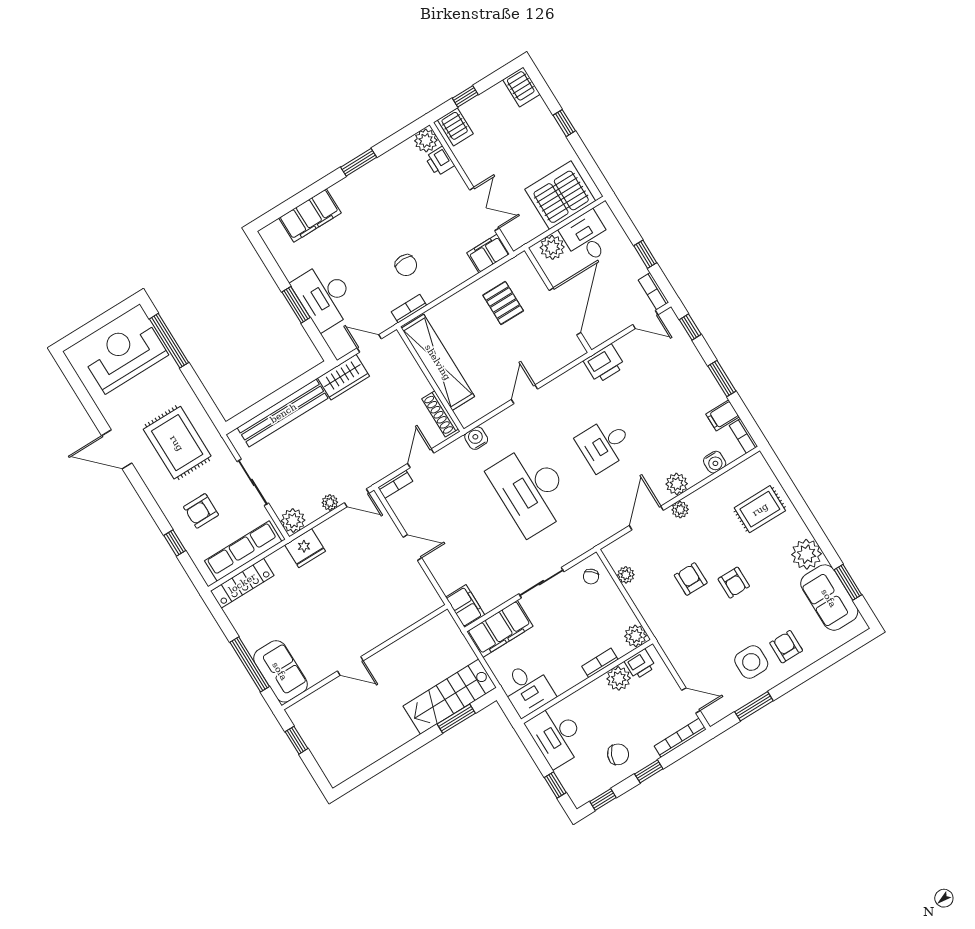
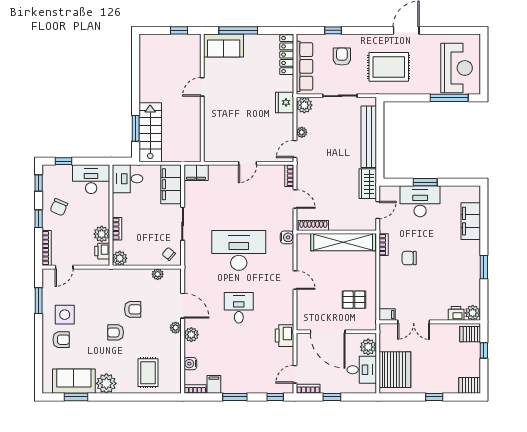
filing cabinet: (488, 253) -> (387, 315), width x0.50

